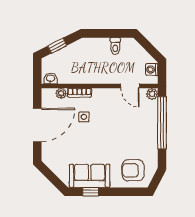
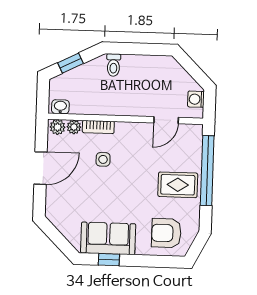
toilet: (115, 46) -> (113, 65), moved
door: (130, 86) -> (166, 120), hinge flipped
plant: (152, 94) -> (57, 127), moved
door: (37, 125) -> (41, 168), width x0.73
rug: (140, 134) -> (178, 185), added

